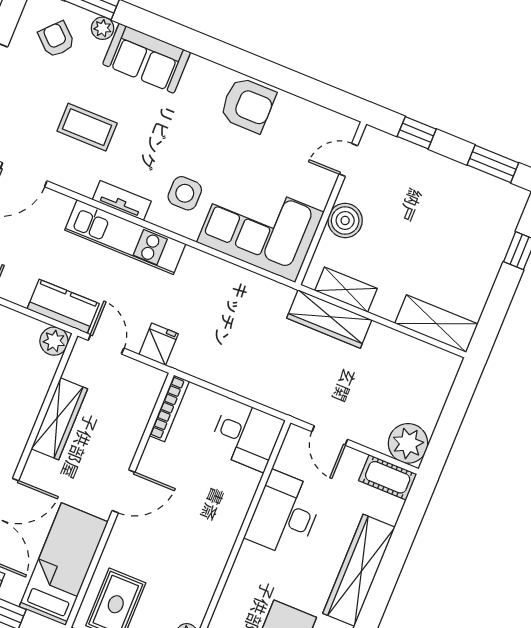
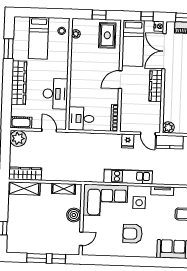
armchair: (248, 105) -> (133, 234), moved
window: (493, 164) -> (37, 258), moved
kitchen unit: (125, 237) -> (128, 177), moved
wardrobe: (329, 319) -> (25, 174), moved
wardrobe: (59, 419) -> (156, 86), moved

